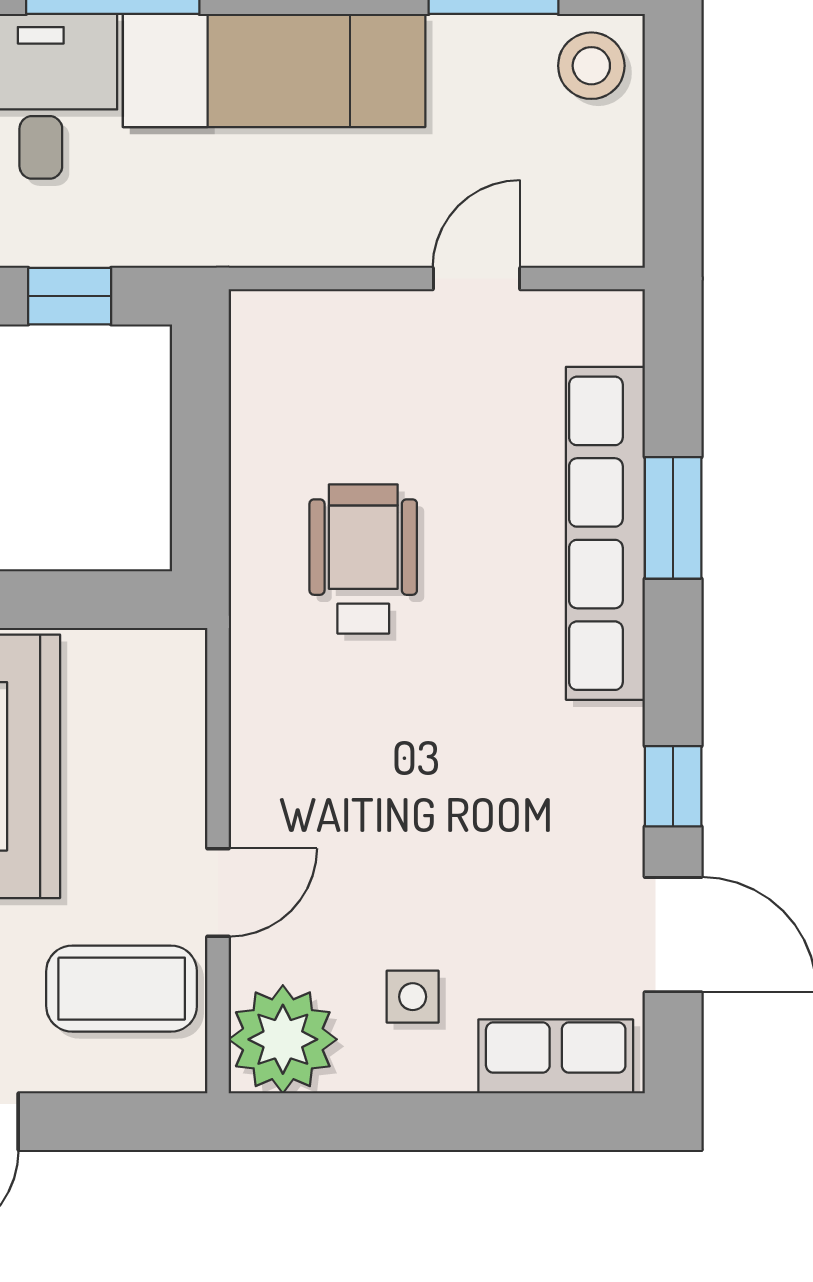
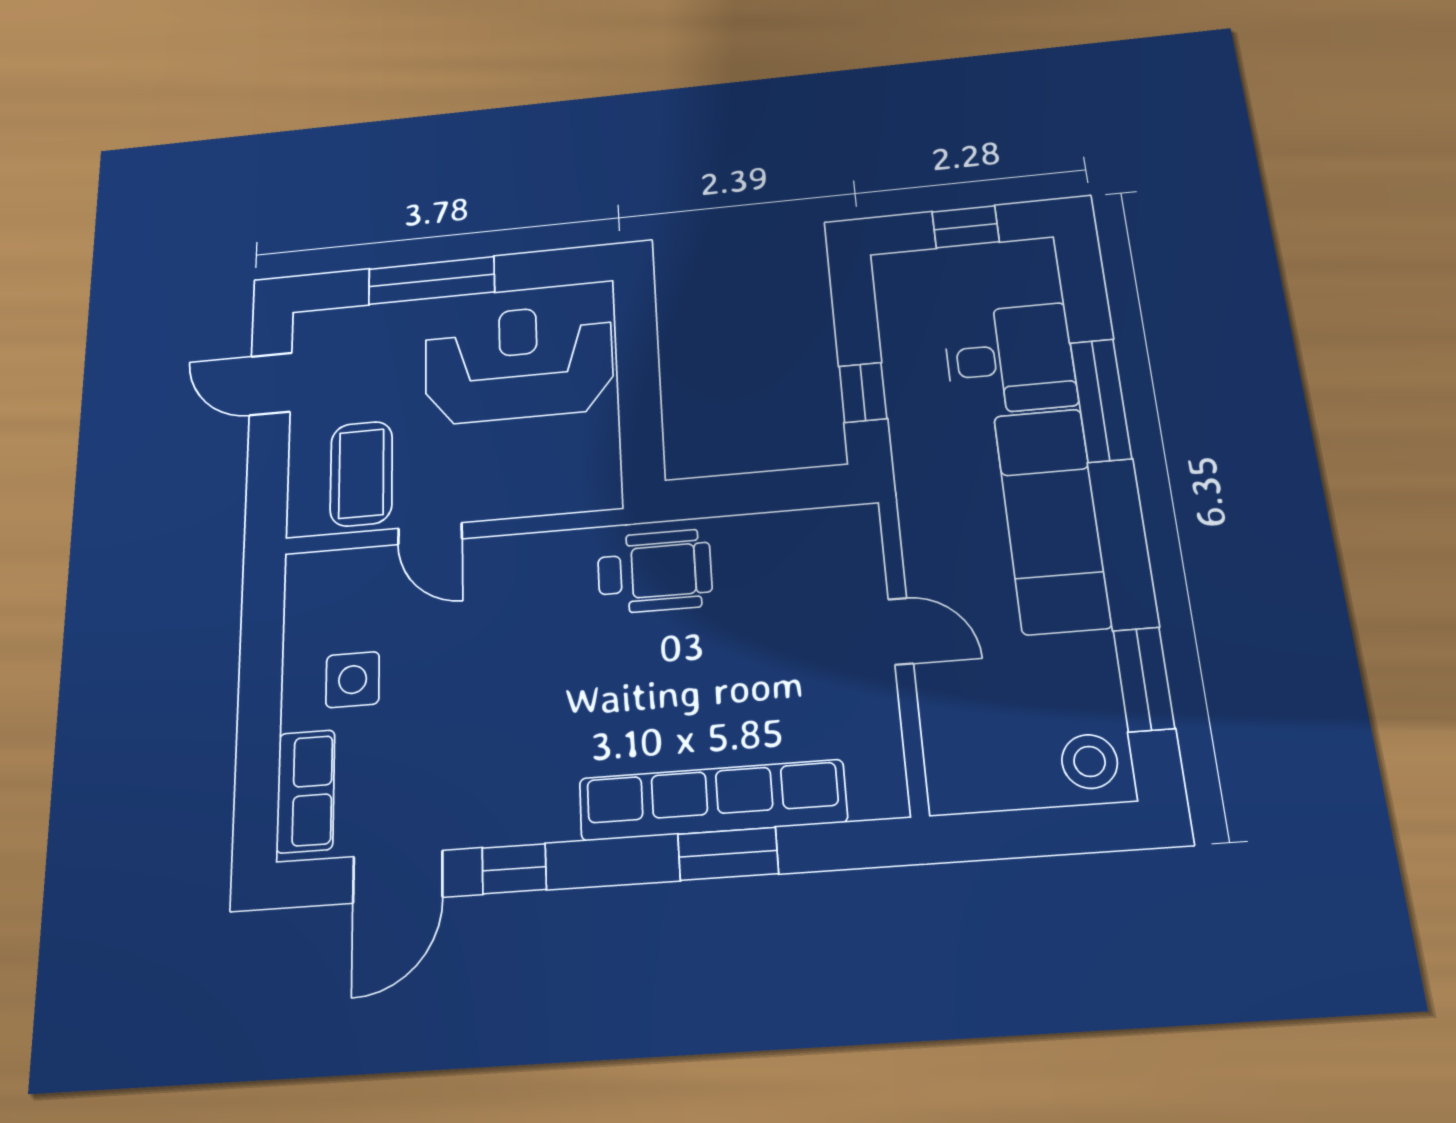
door: (476, 279) -> (901, 631), moved
wheelchair: (363, 559) -> (655, 571), moved
side table: (413, 997) -> (353, 680), width x1.37, depth x1.37
plant: (283, 1039) -> (323, 588), removed

